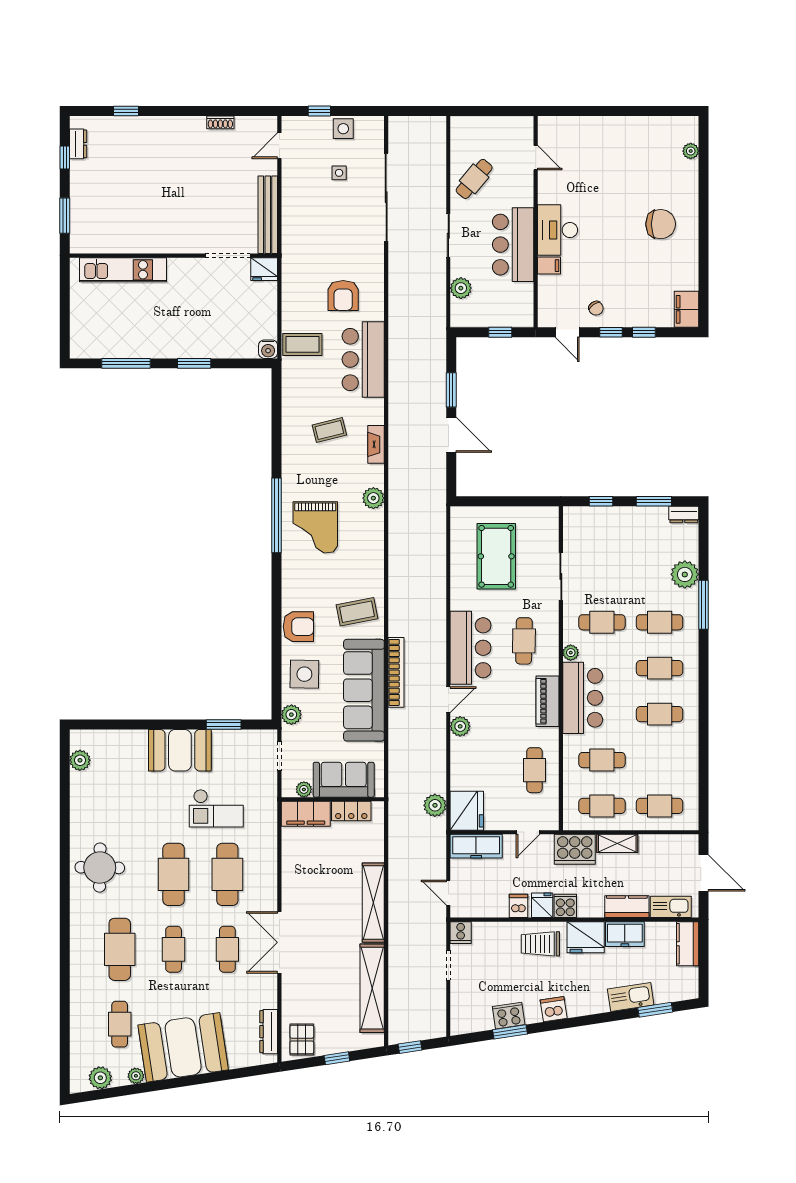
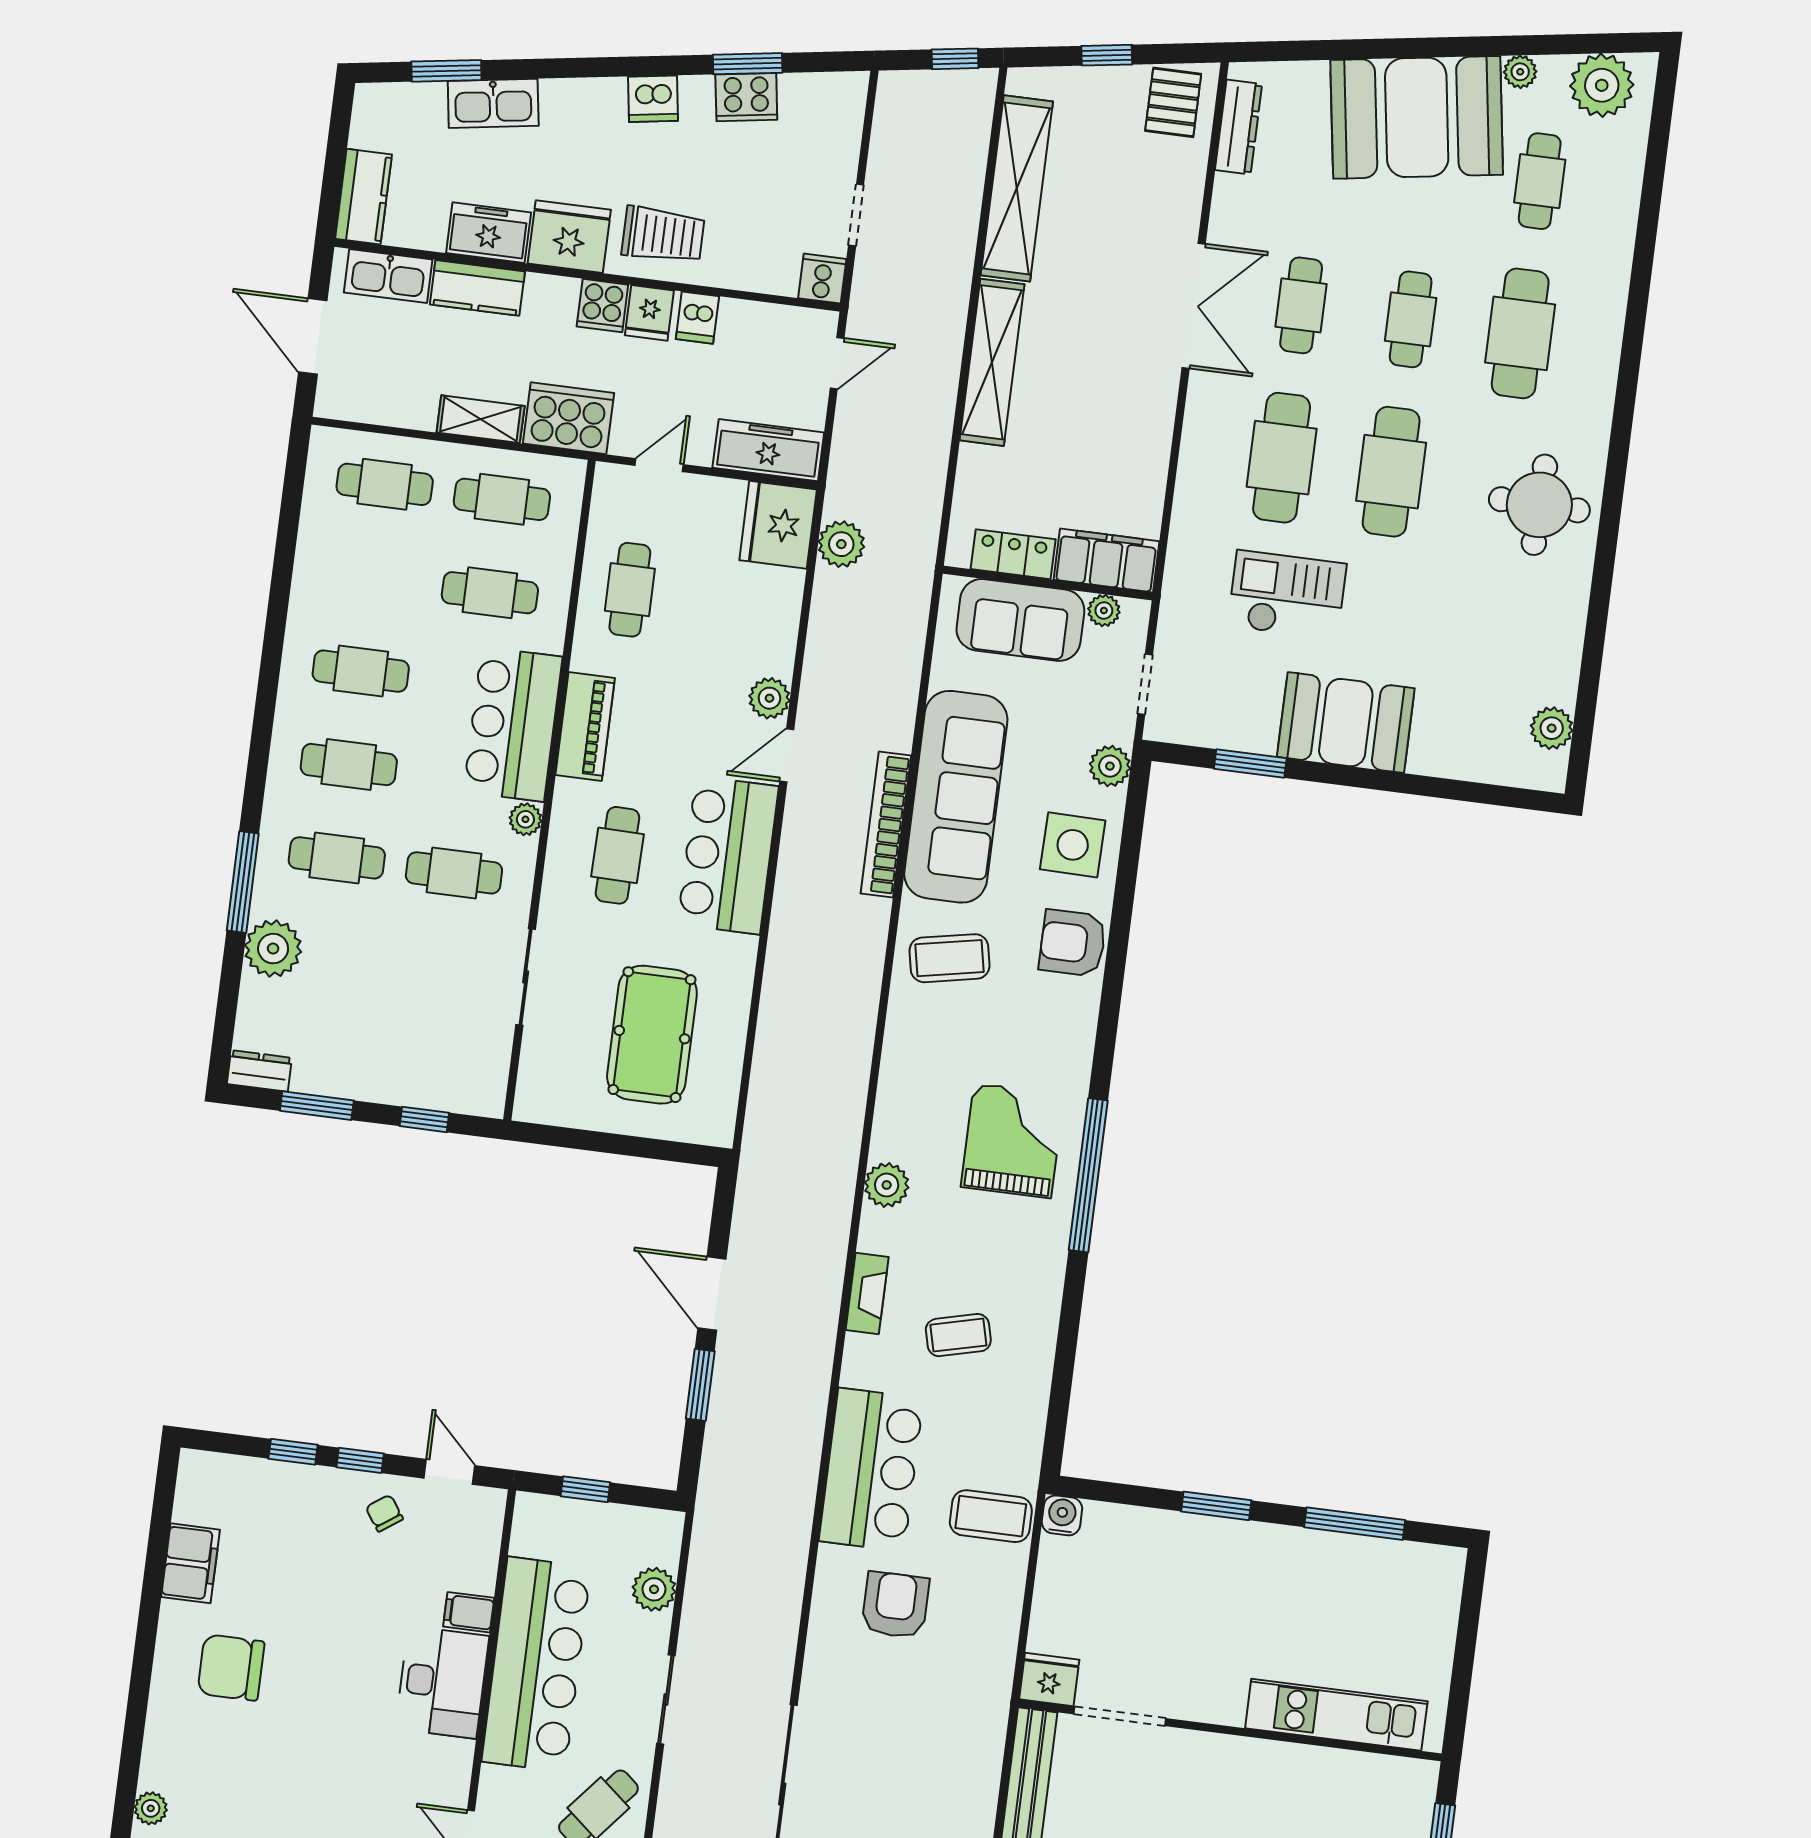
bar counter: (513, 245) -> (536, 1664), width x1.36
filing cabinet: (687, 309) -> (191, 1563), moved
door: (448, 893) -> (837, 363), hinge flipped
plant: (100, 1078) -> (1602, 85), width x1.36, depth x1.36

